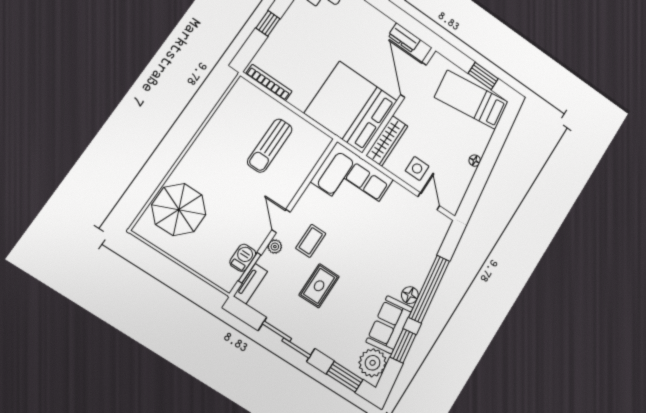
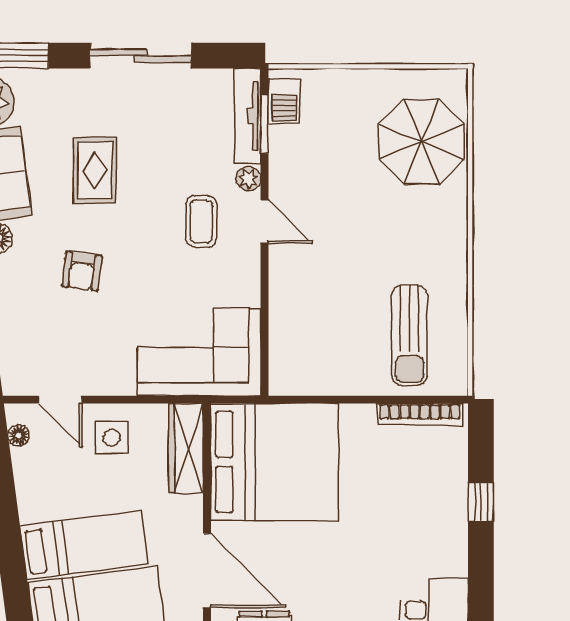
bed: (460, 129) -> (84, 545), added
sun lounger: (270, 146) -> (410, 335), moved, turned 180
floor lamp: (475, 161) -> (19, 436), moved
armchair: (381, 254) -> (82, 271), added
barbecue: (243, 258) -> (284, 101), moved
tv unit: (250, 284) -> (248, 116), width x1.41
rug: (319, 286) -> (95, 170), moved

